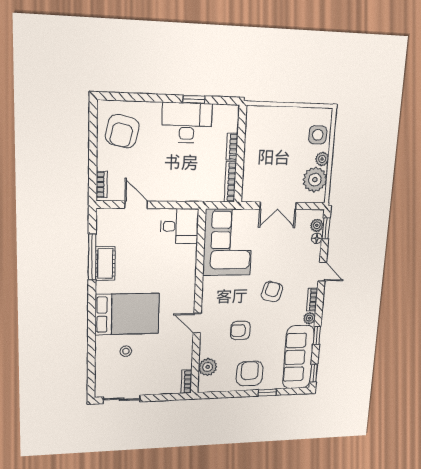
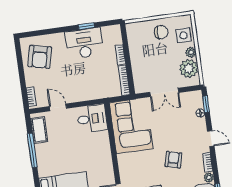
chair: (291, 126) -> (161, 32), added
plant: (317, 225) -> (198, 103), removed
cot: (105, 263) -> (39, 130), moved

